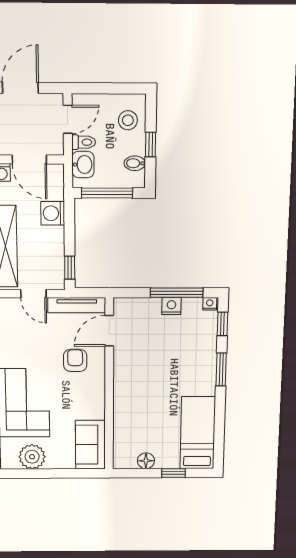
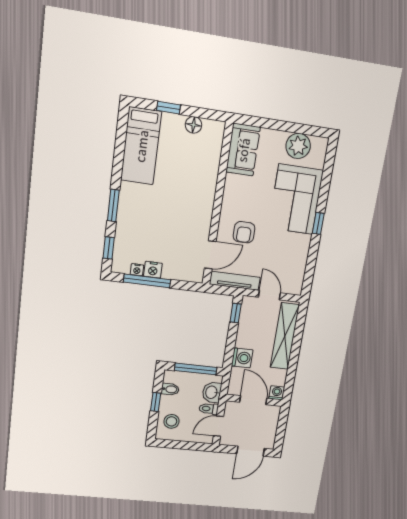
nightstand: (210, 304) -> (137, 270), moved

